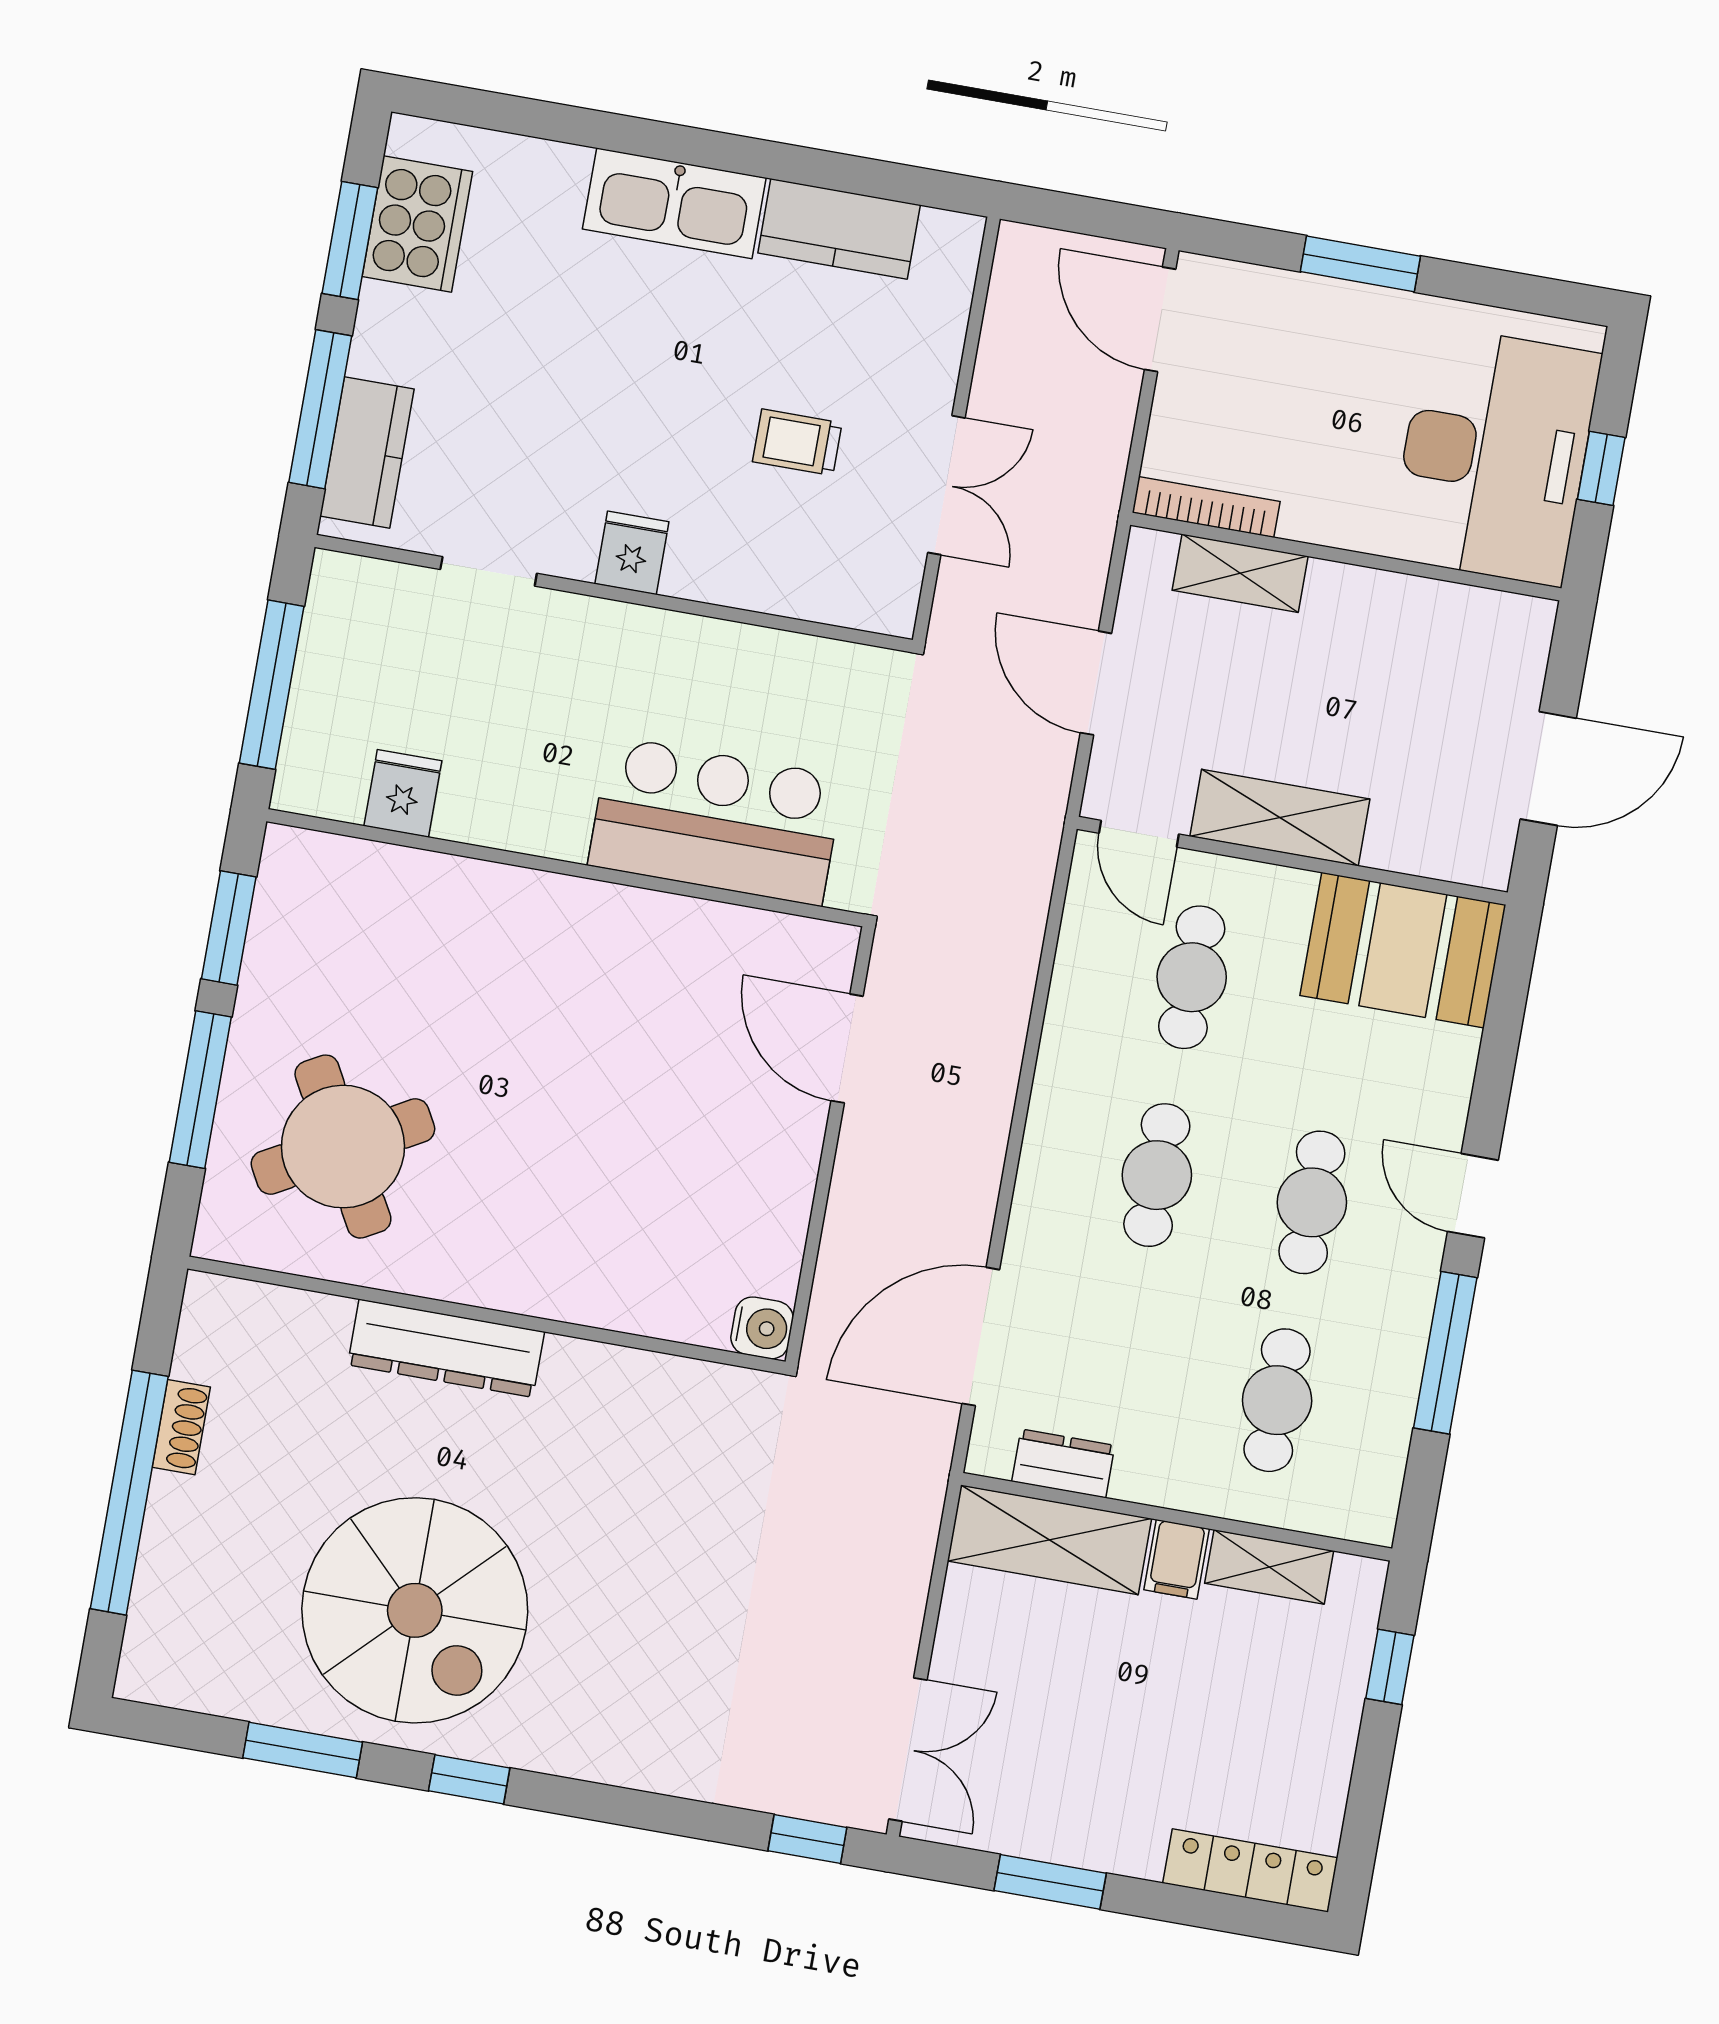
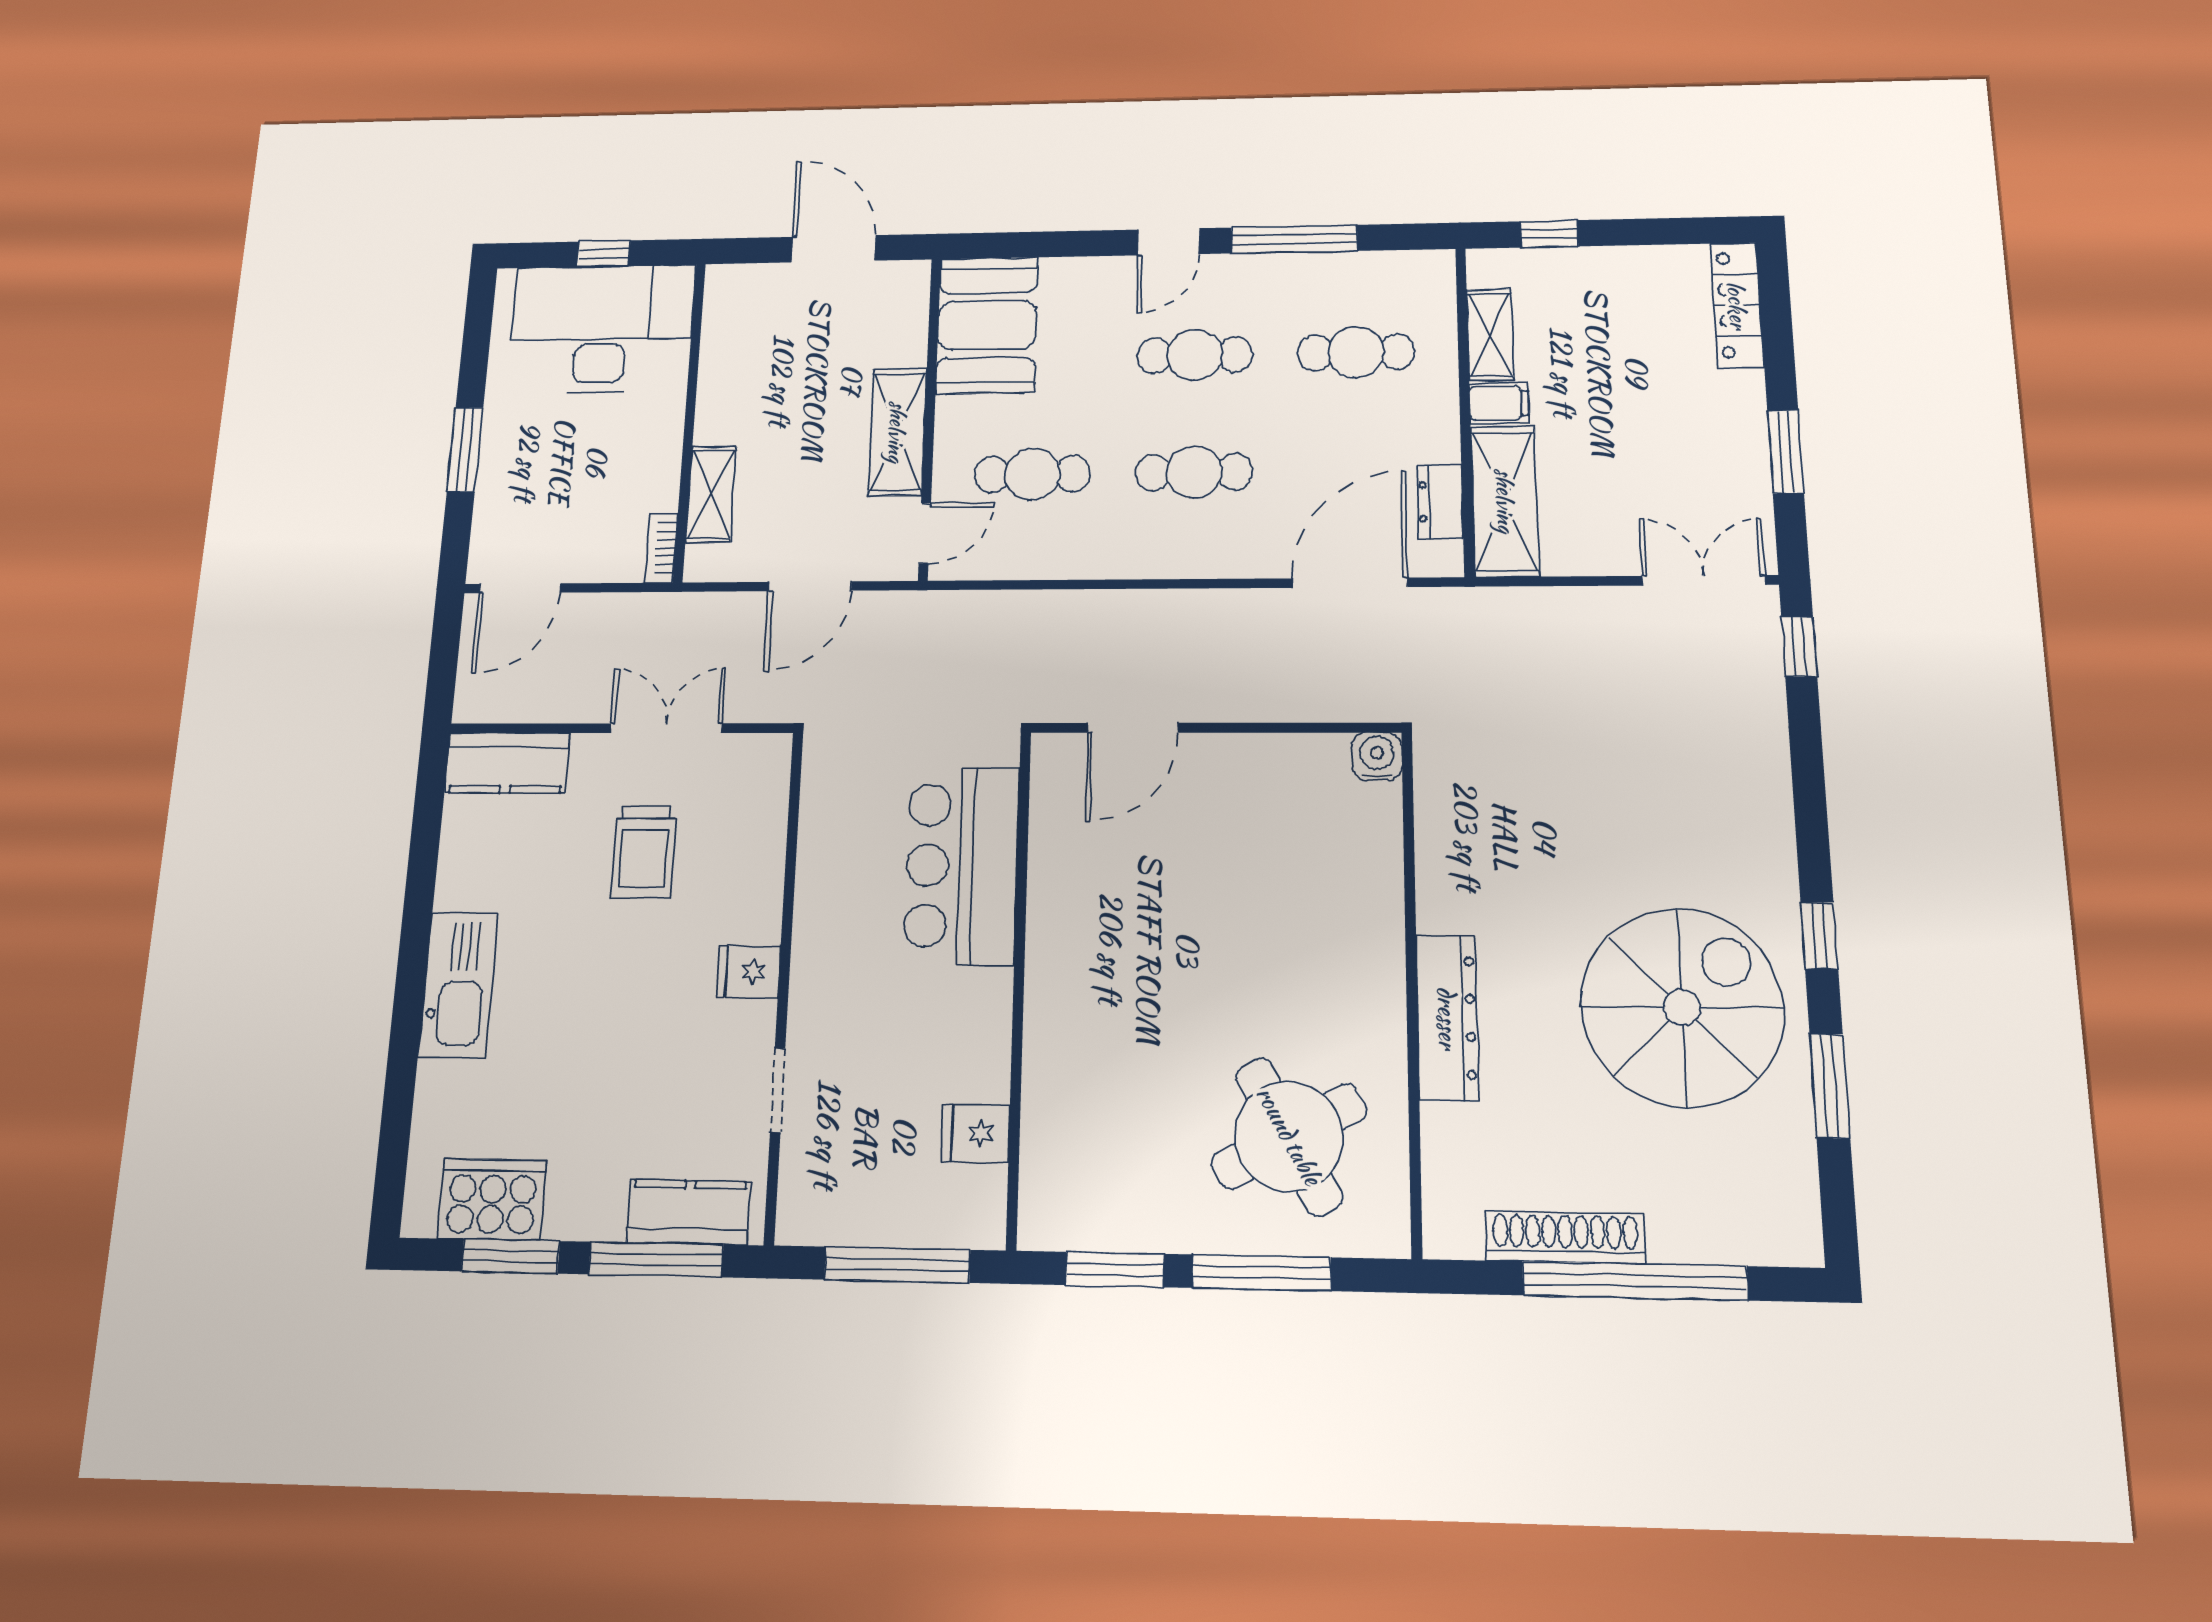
kitchen counter: (839, 229) -> (507, 763), moved, turned 90
trolley: (797, 442) -> (644, 852), width x1.36, depth x1.39
bookcase: (1206, 507) -> (661, 548), width x0.64
door: (981, 1337) -> (1350, 583), swing flipped
shoe rack: (181, 1427) -> (1565, 1238), width x1.94, depth x1.24

